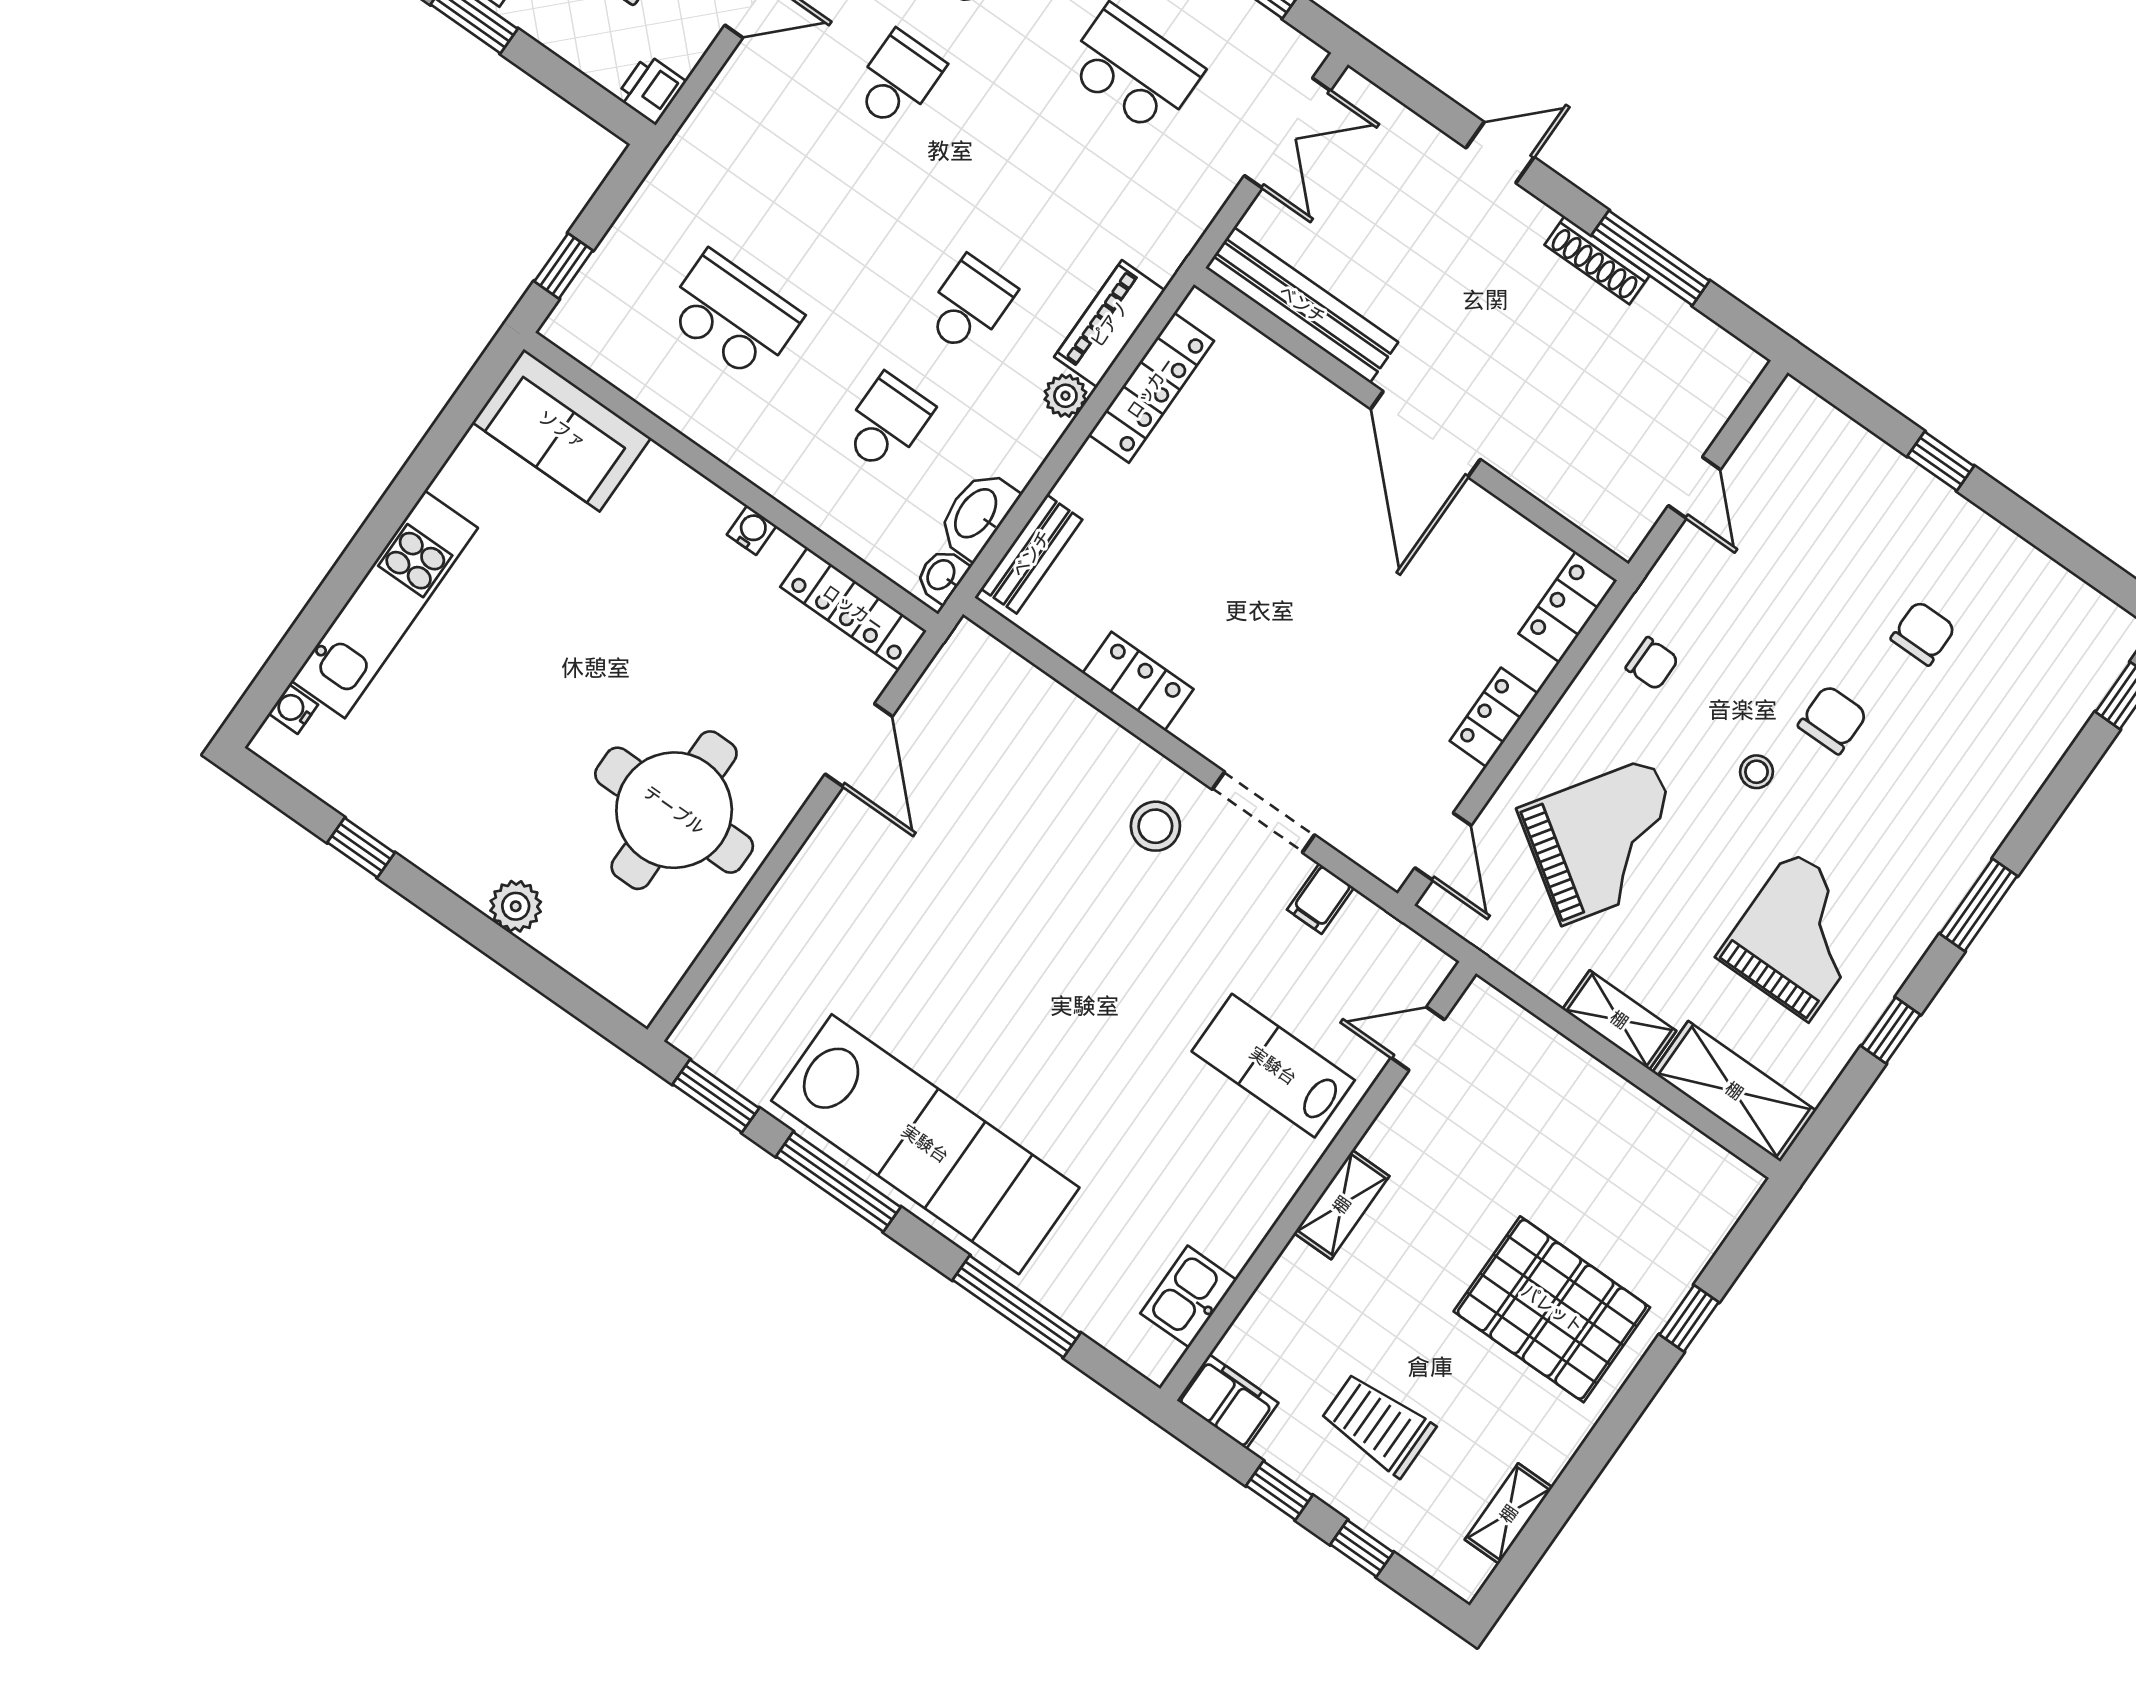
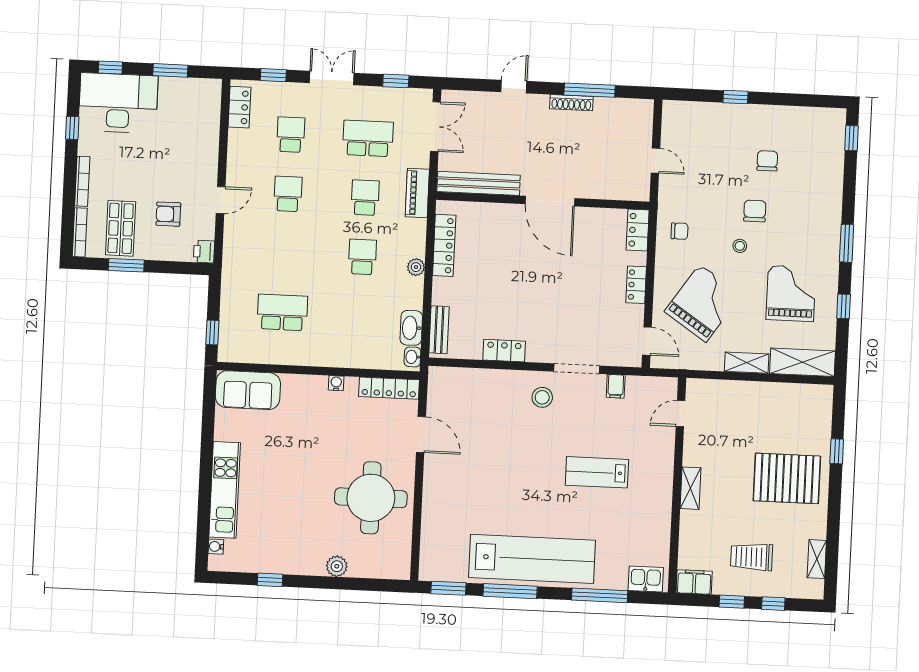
piano: (1110, 324) -> (417, 193), moved
school desk: (886, 423) -> (365, 198), moved
lab bench: (1273, 1066) -> (597, 472), moved
kitchen sink: (1188, 1297) -> (646, 579), moved, turned 90

